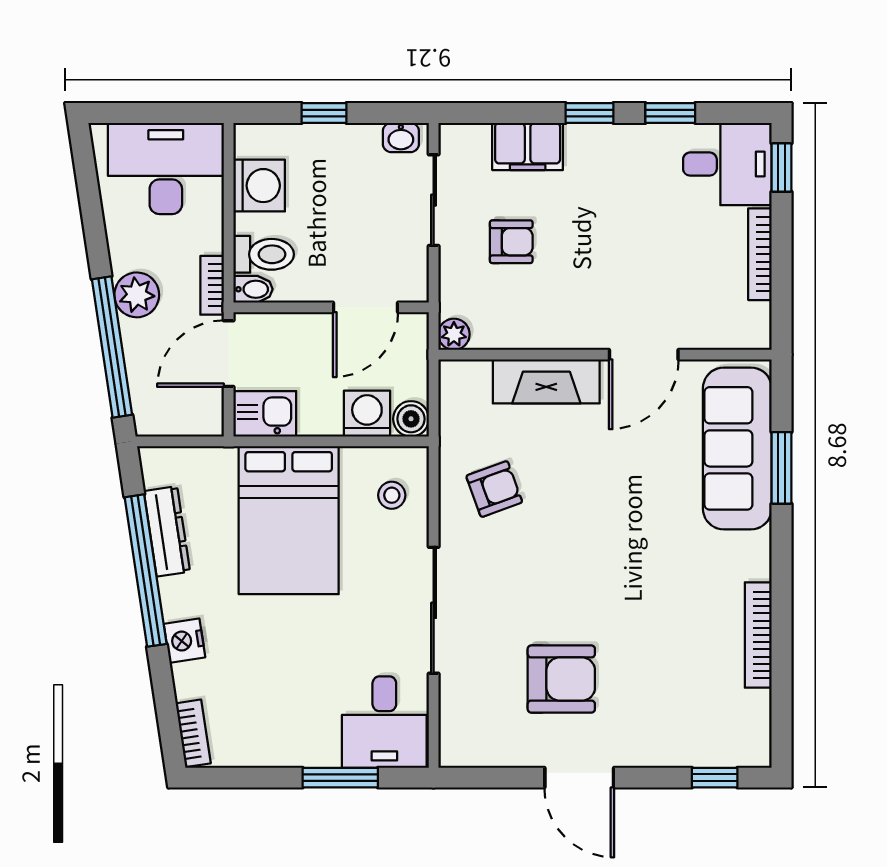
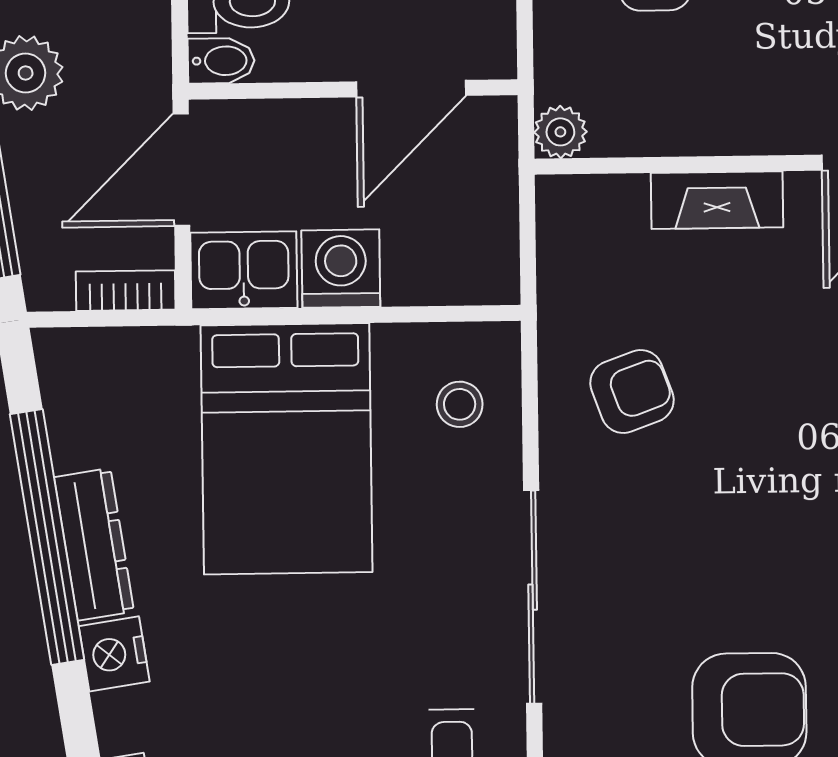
bookcase: (212, 285) -> (126, 291), moved, turned 90
fireplace: (546, 381) -> (717, 200), width x0.73, depth x0.76
washing machine: (367, 414) -> (341, 269), moved
boiler: (411, 419) -> (490, 275), removed
dresser: (167, 531) -> (94, 544), moved

